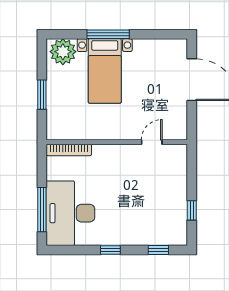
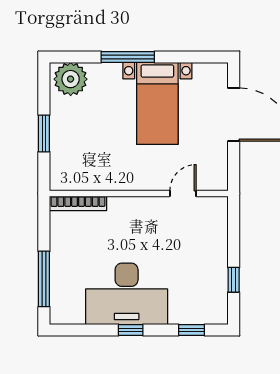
bed with nightstands: (105, 71) -> (157, 103), moved
desk: (70, 213) -> (127, 294), moved, turned -90

